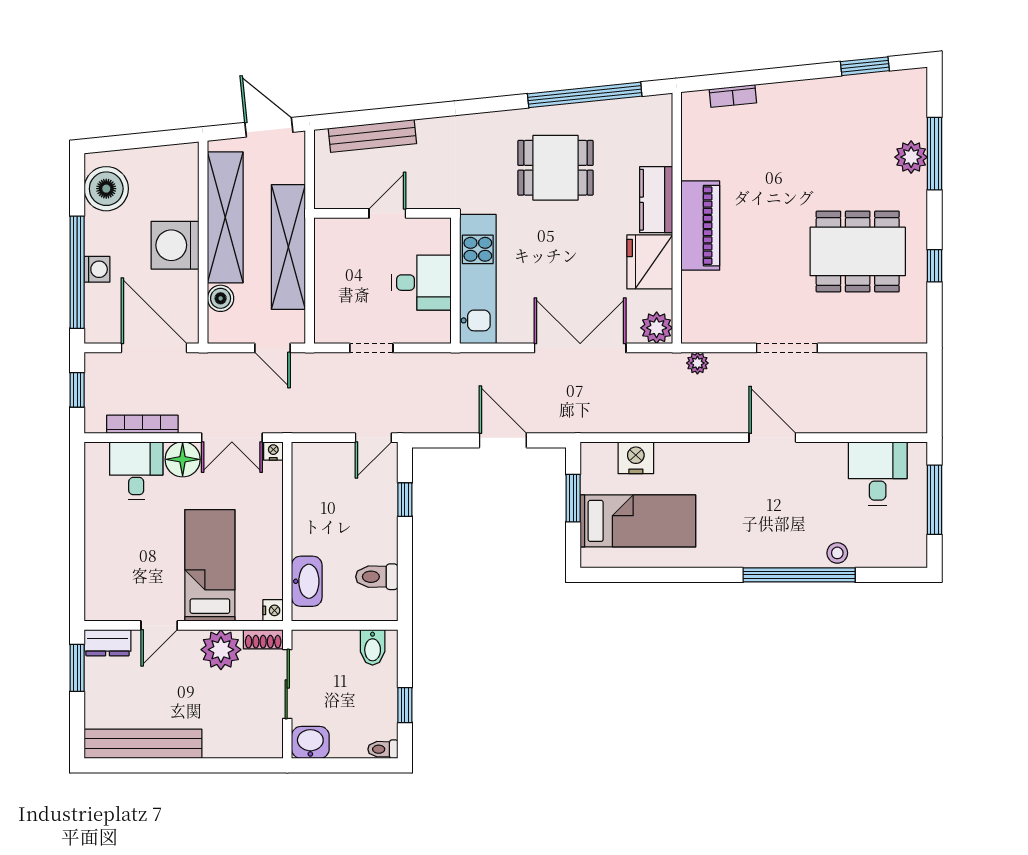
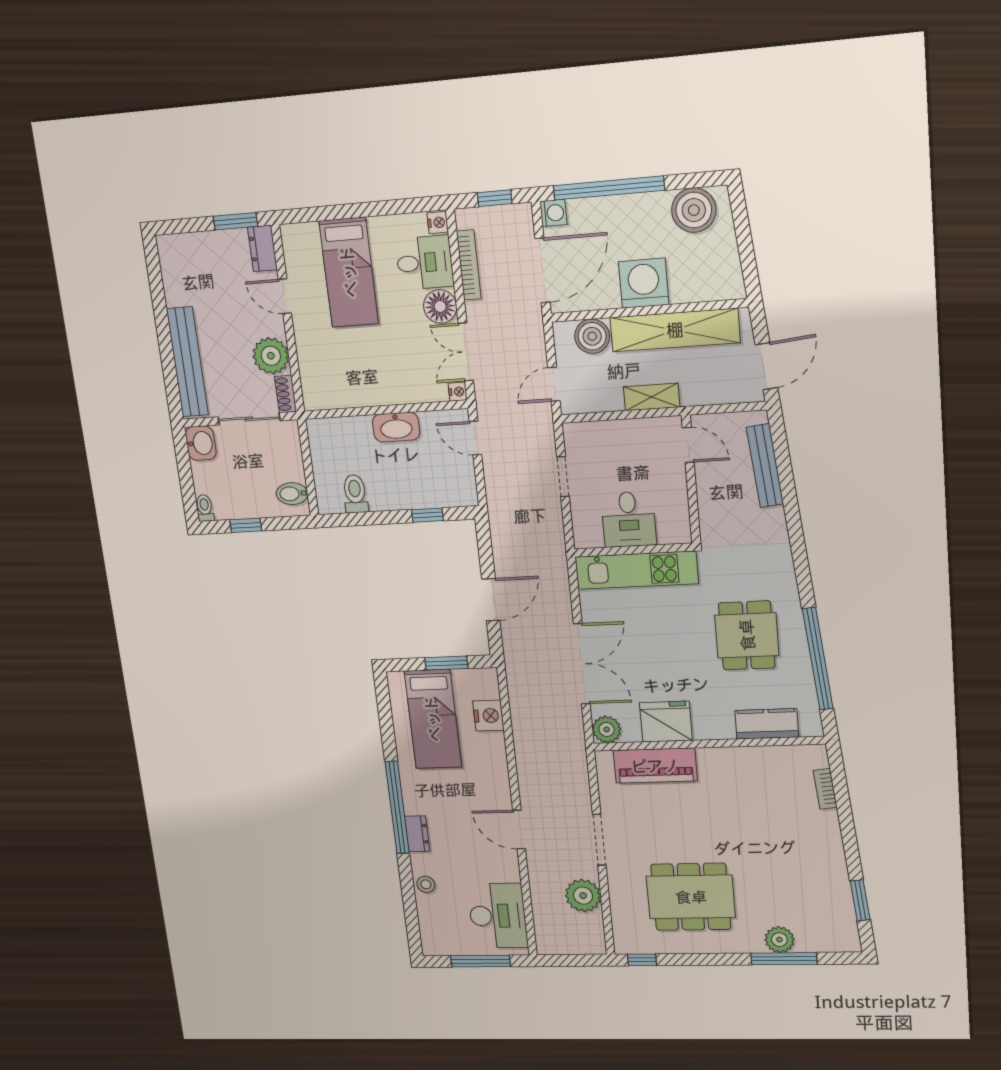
kitchen counter: (656, 200) -> (767, 724), moved
door: (387, 213) -> (688, 445), moved
piano: (700, 226) -> (655, 766), moved
shelving: (288, 247) -> (652, 397), width x0.45, depth x0.75
dining table: (858, 251) -> (691, 897), turned 90
window: (934, 266) -> (642, 960), moved
washing machine: (97, 269) -> (553, 213), moved, turned -90
boiler: (221, 298) -> (592, 336), width x1.36, depth x1.36
plant: (697, 363) -> (583, 896), moved, width x1.87, depth x1.87
door: (373, 438) -> (475, 438), moved
door: (772, 438) -> (519, 830), swing flipped
desk: (878, 473) -> (498, 916), width x1.37
dresser: (775, 556) -> (417, 834), added
bed: (210, 565) -> (349, 272), moved, turned 90
window: (799, 575) -> (397, 807), moved
washbasin: (307, 581) -> (396, 427), moved
nightstand: (273, 610) -> (438, 223), moved, turned -90
bench: (143, 744) -> (187, 362), moved

